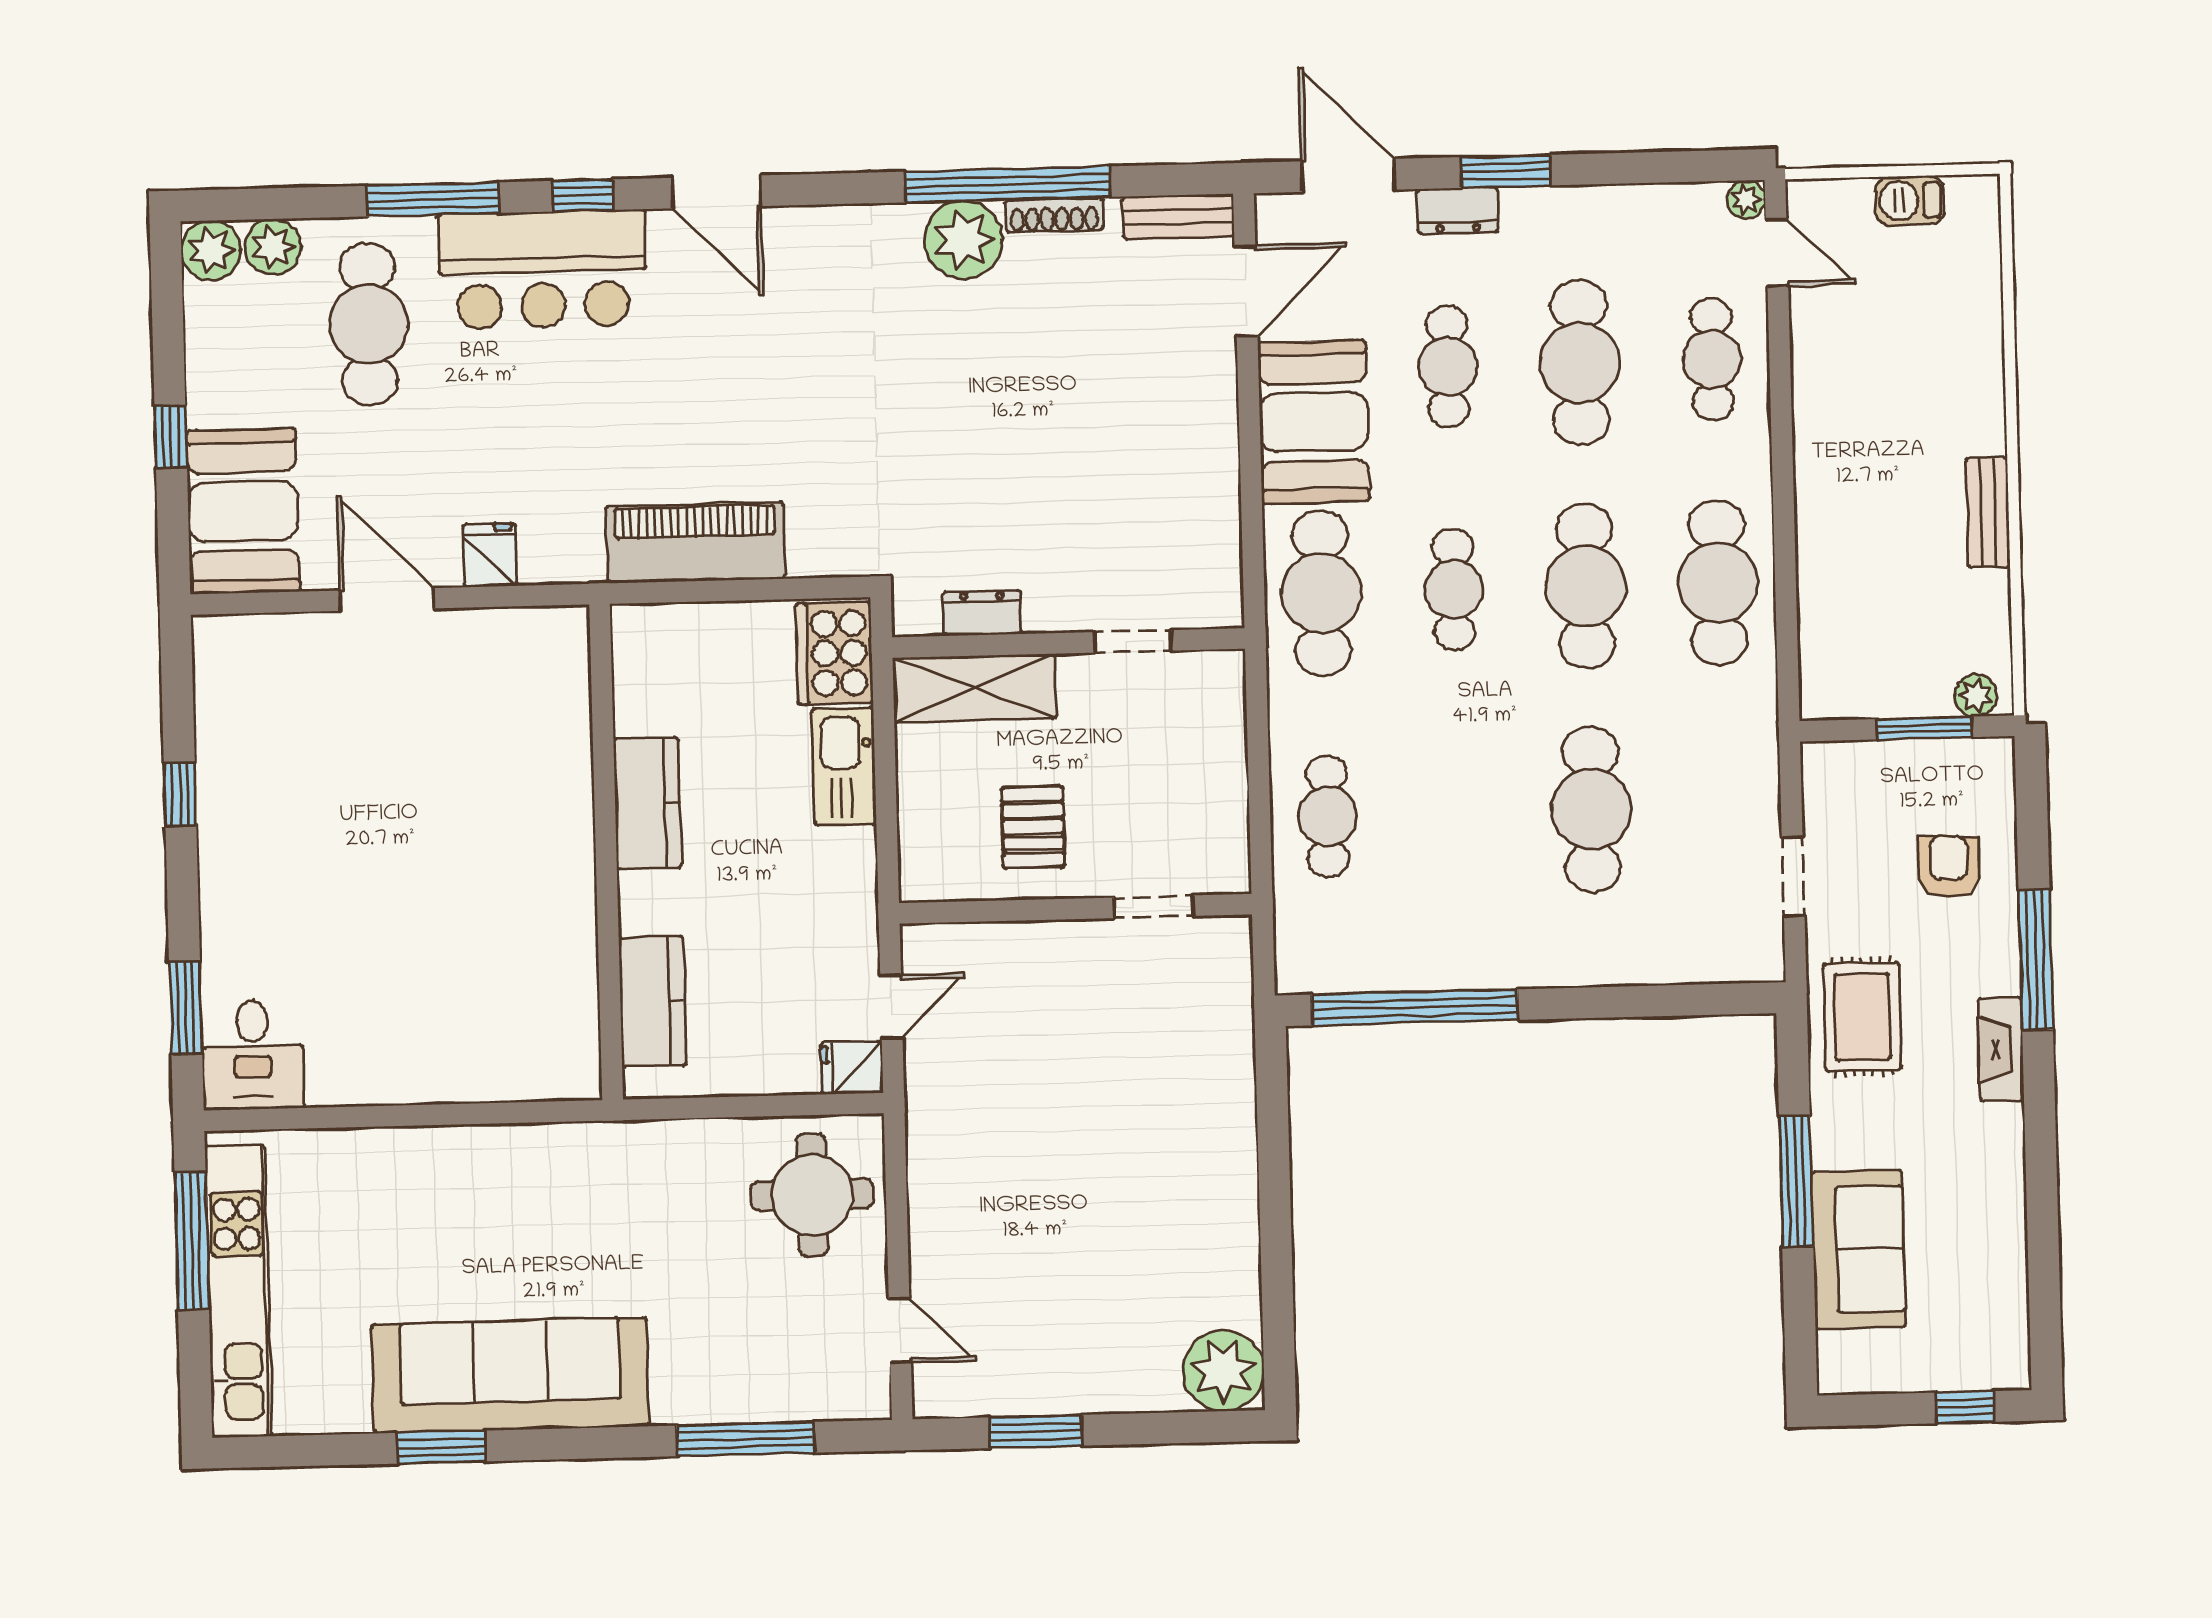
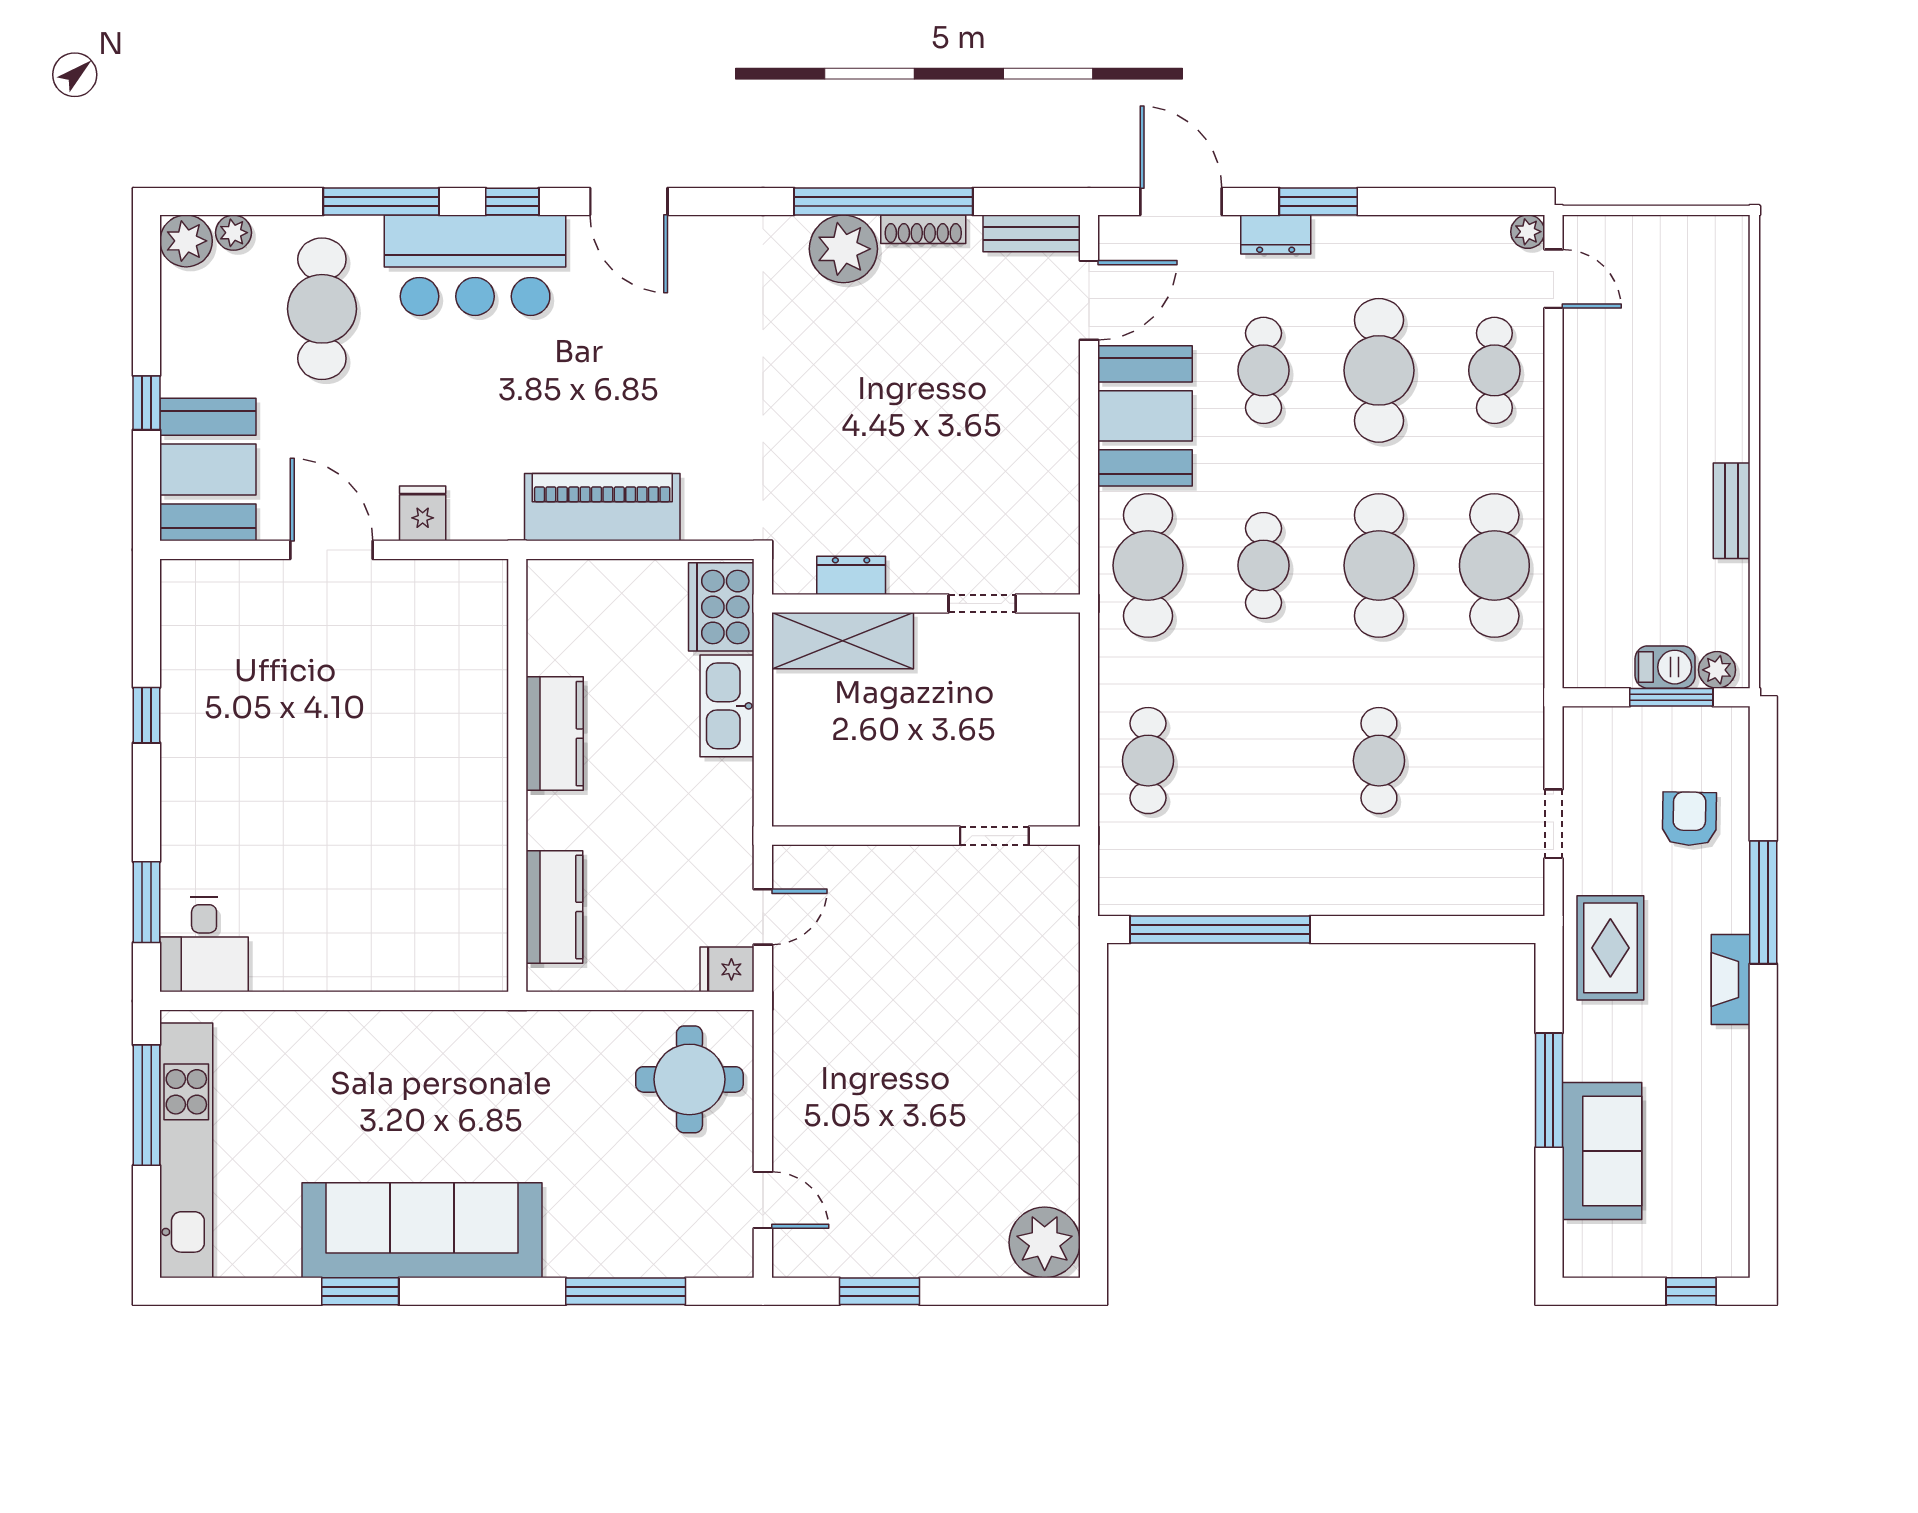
barbecue: (1910, 200) -> (1665, 667), moved, turned 180
plant: (273, 247) -> (233, 233), width x0.73, depth x0.73
cafe table: (1592, 809) -> (1379, 761), width x0.73, depth x0.74
pallet: (1033, 827) -> (891, 763), removed

